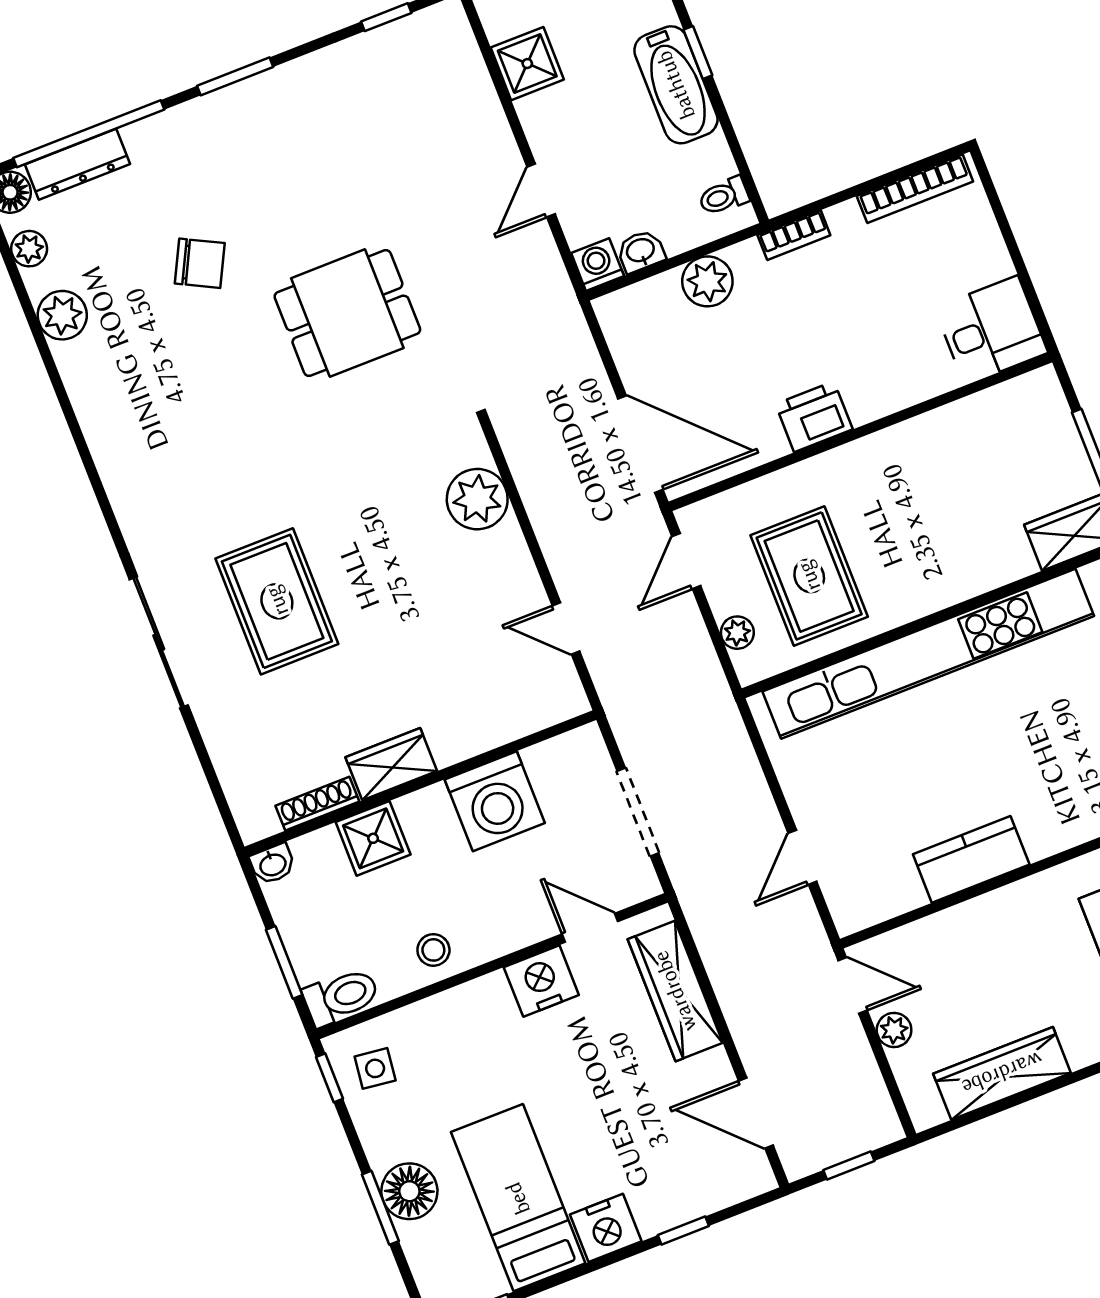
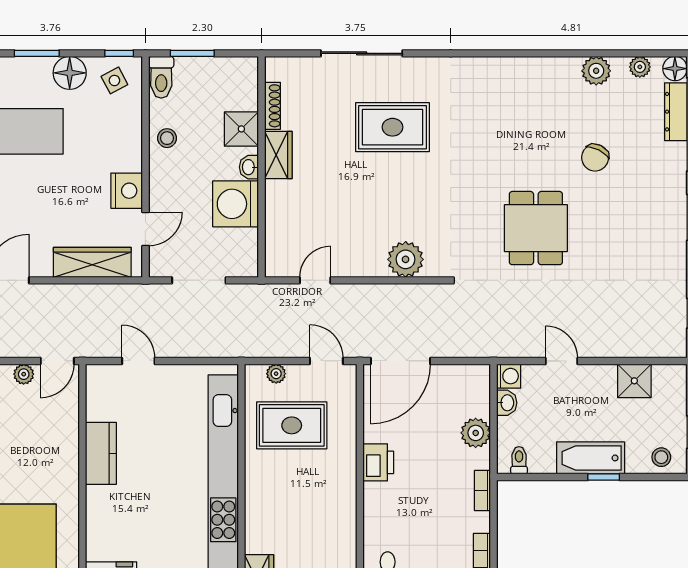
sliding door: (159, 642) -> (362, 53), moved
washbasin: (273, 864) -> (249, 167), moved
side table: (375, 1068) -> (114, 80), turned -35
floor lamp: (409, 1191) -> (70, 73), moved

